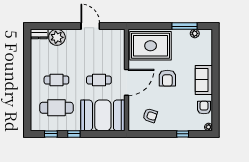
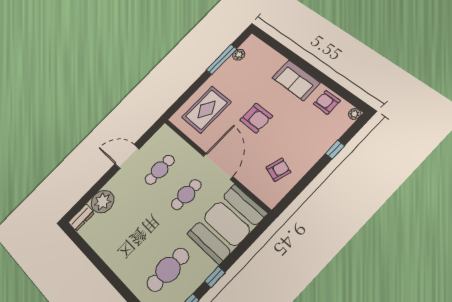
rug: (151, 46) -> (206, 110), width x0.73, depth x0.69
cafe table: (56, 80) -> (160, 170), moved

